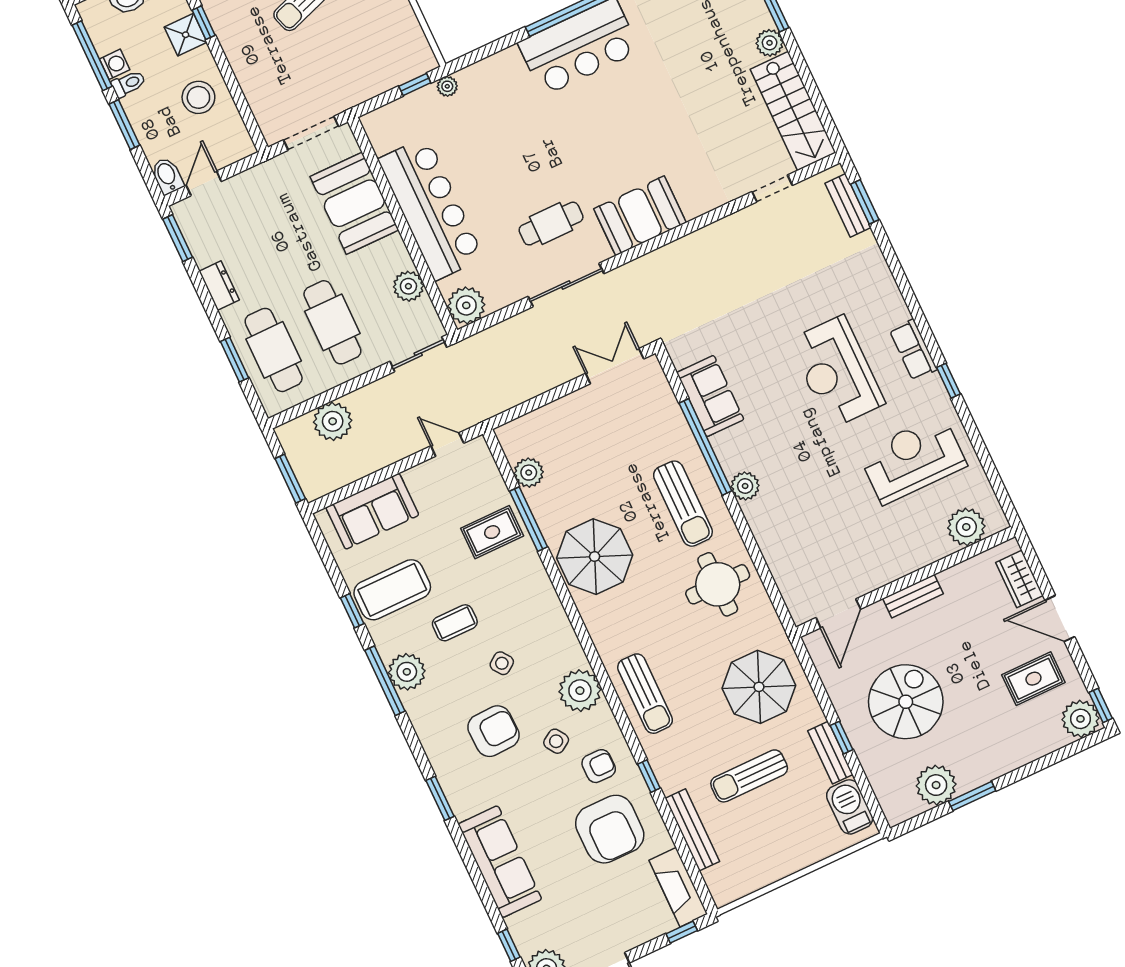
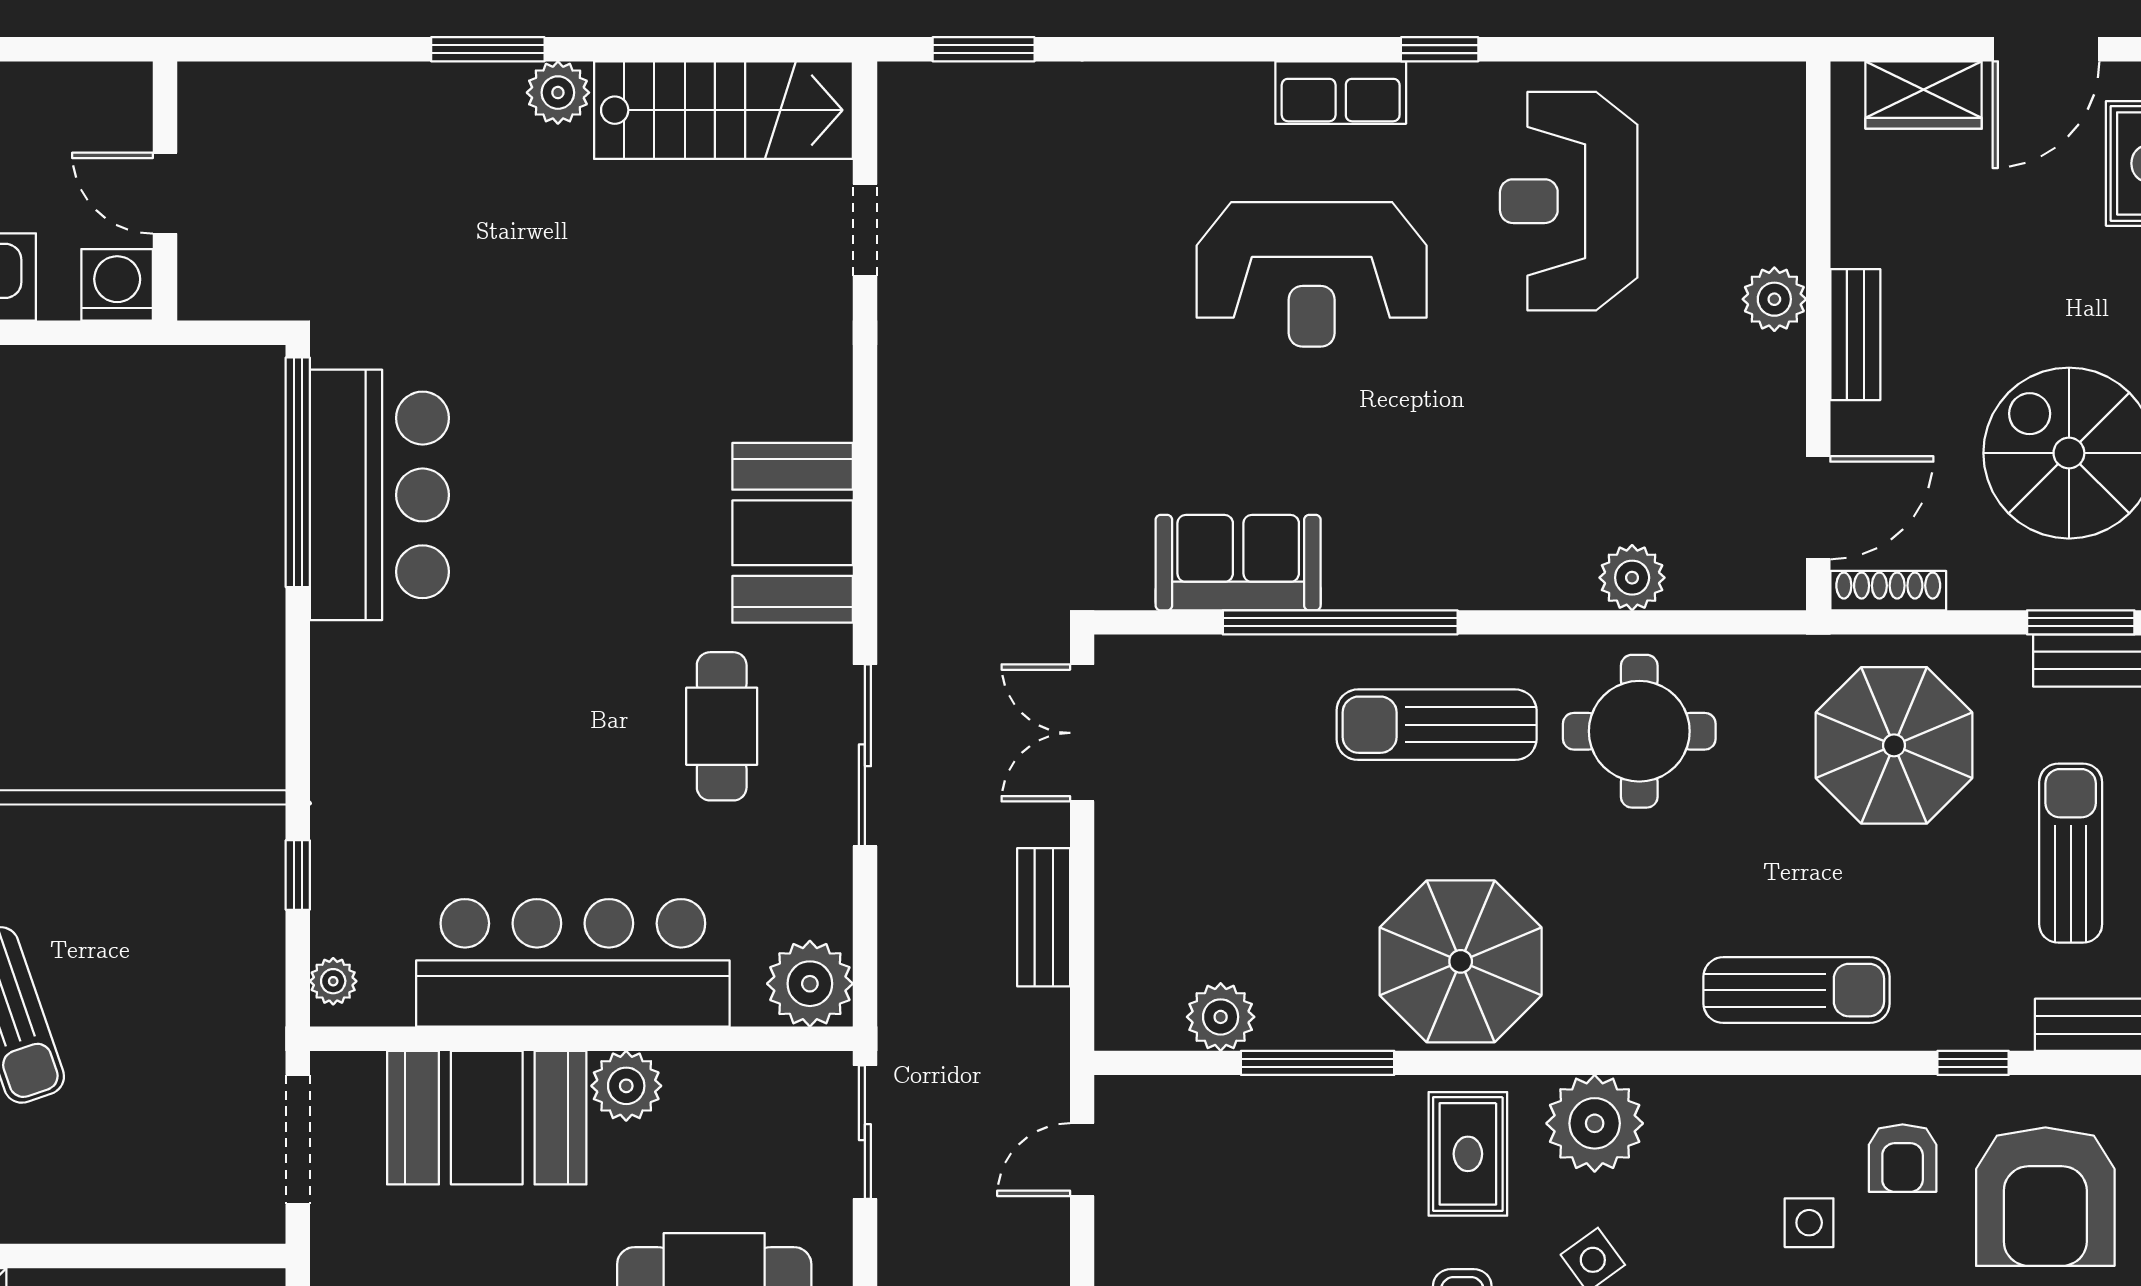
plant: (447, 86) -> (333, 981), moved
bench: (848, 205) -> (1044, 917), moved, turned 90
plant: (408, 286) -> (626, 1086), moved
plant: (745, 486) -> (1632, 578), moved
sun lounger: (683, 504) -> (1437, 725), turned 180
plant: (966, 527) -> (1774, 299), moved, width x0.73, depth x0.73
rug: (492, 532) -> (1468, 1154), moved
door: (838, 613) -> (1818, 508), hinge flipped
shoe rack: (819, 656) -> (1888, 591), added
plant: (580, 691) -> (1595, 1123), moved
window: (841, 738) -> (2081, 622), width x1.50
side table: (556, 741) -> (1809, 1223), turned 33
armchair: (599, 766) -> (1903, 1158), turned 180
sun lounger: (749, 776) -> (2071, 853), turned 180
armchair: (610, 829) -> (2045, 1197), turned 90

